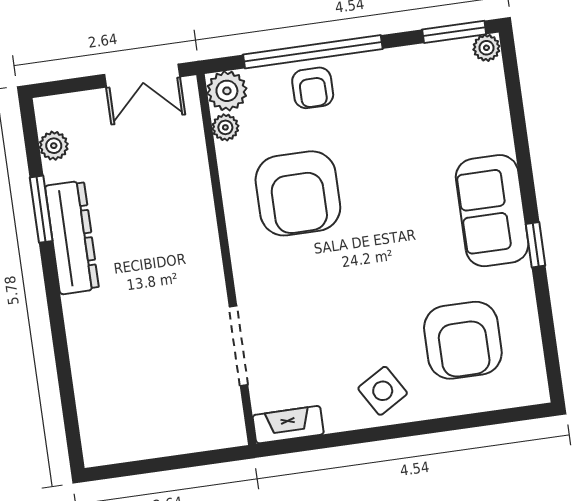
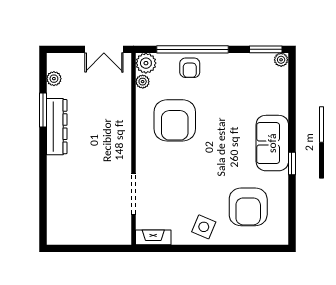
side table: (383, 391) -> (204, 227), turned -36

